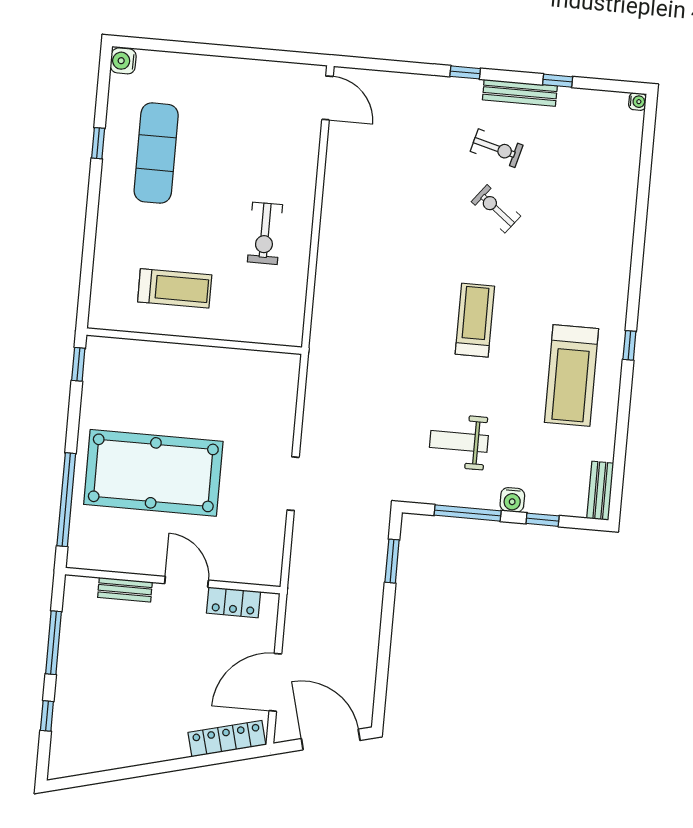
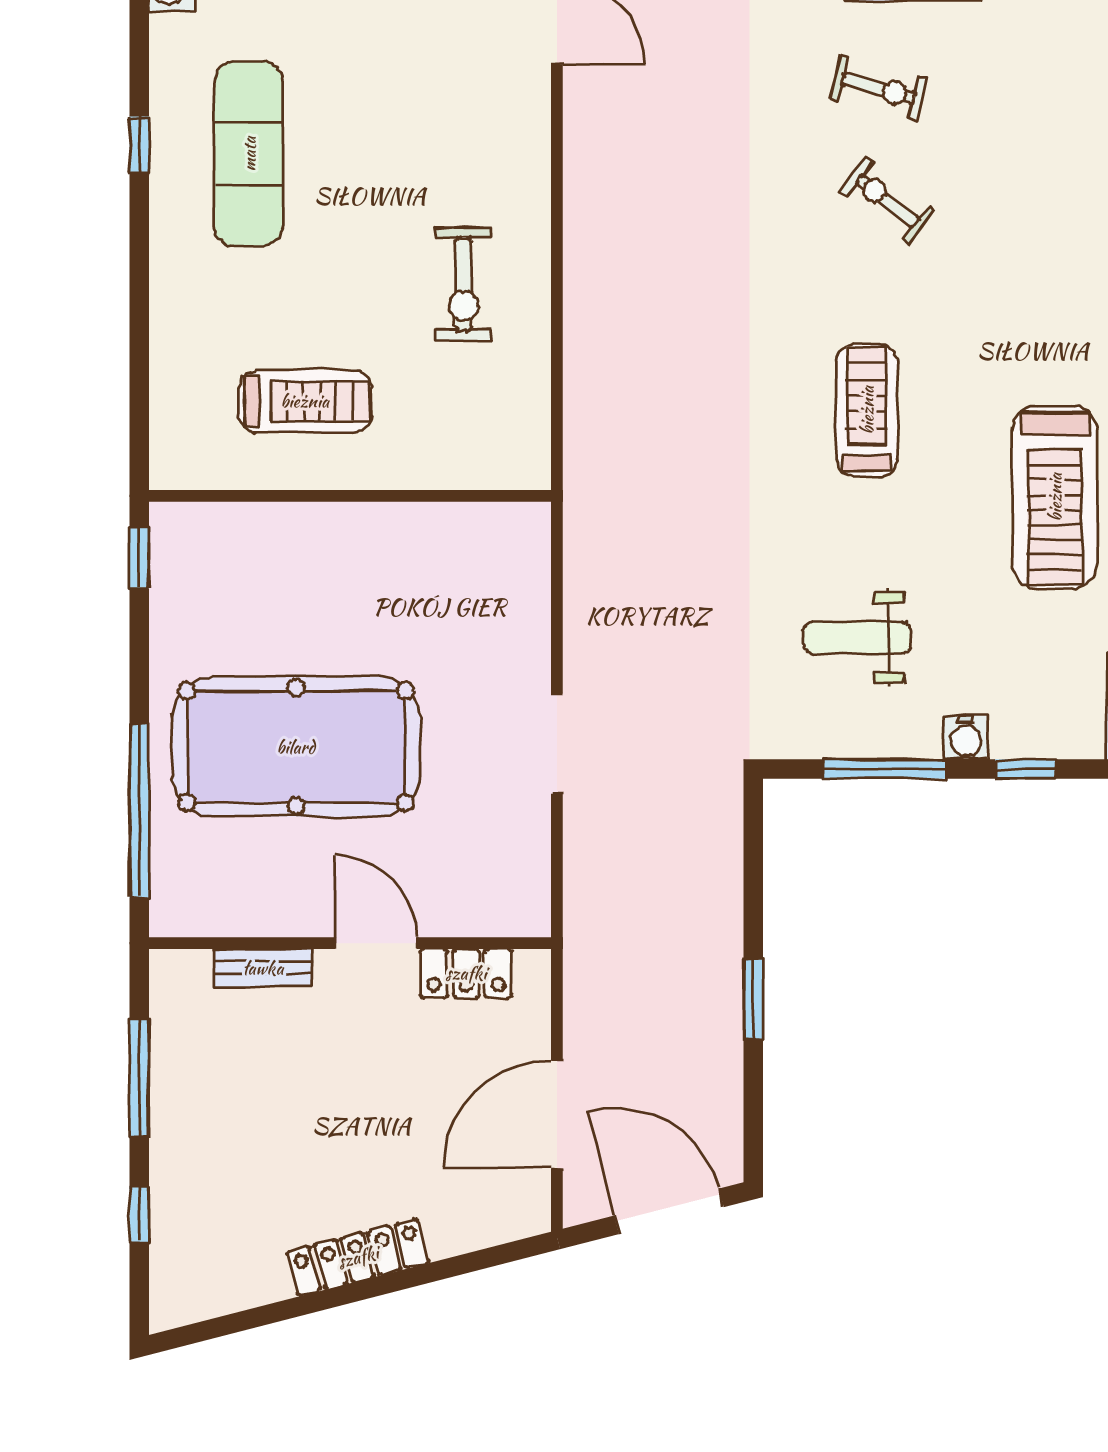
window: (392, 561) -> (753, 999), moved
locker: (227, 739) -> (358, 1257), moved

